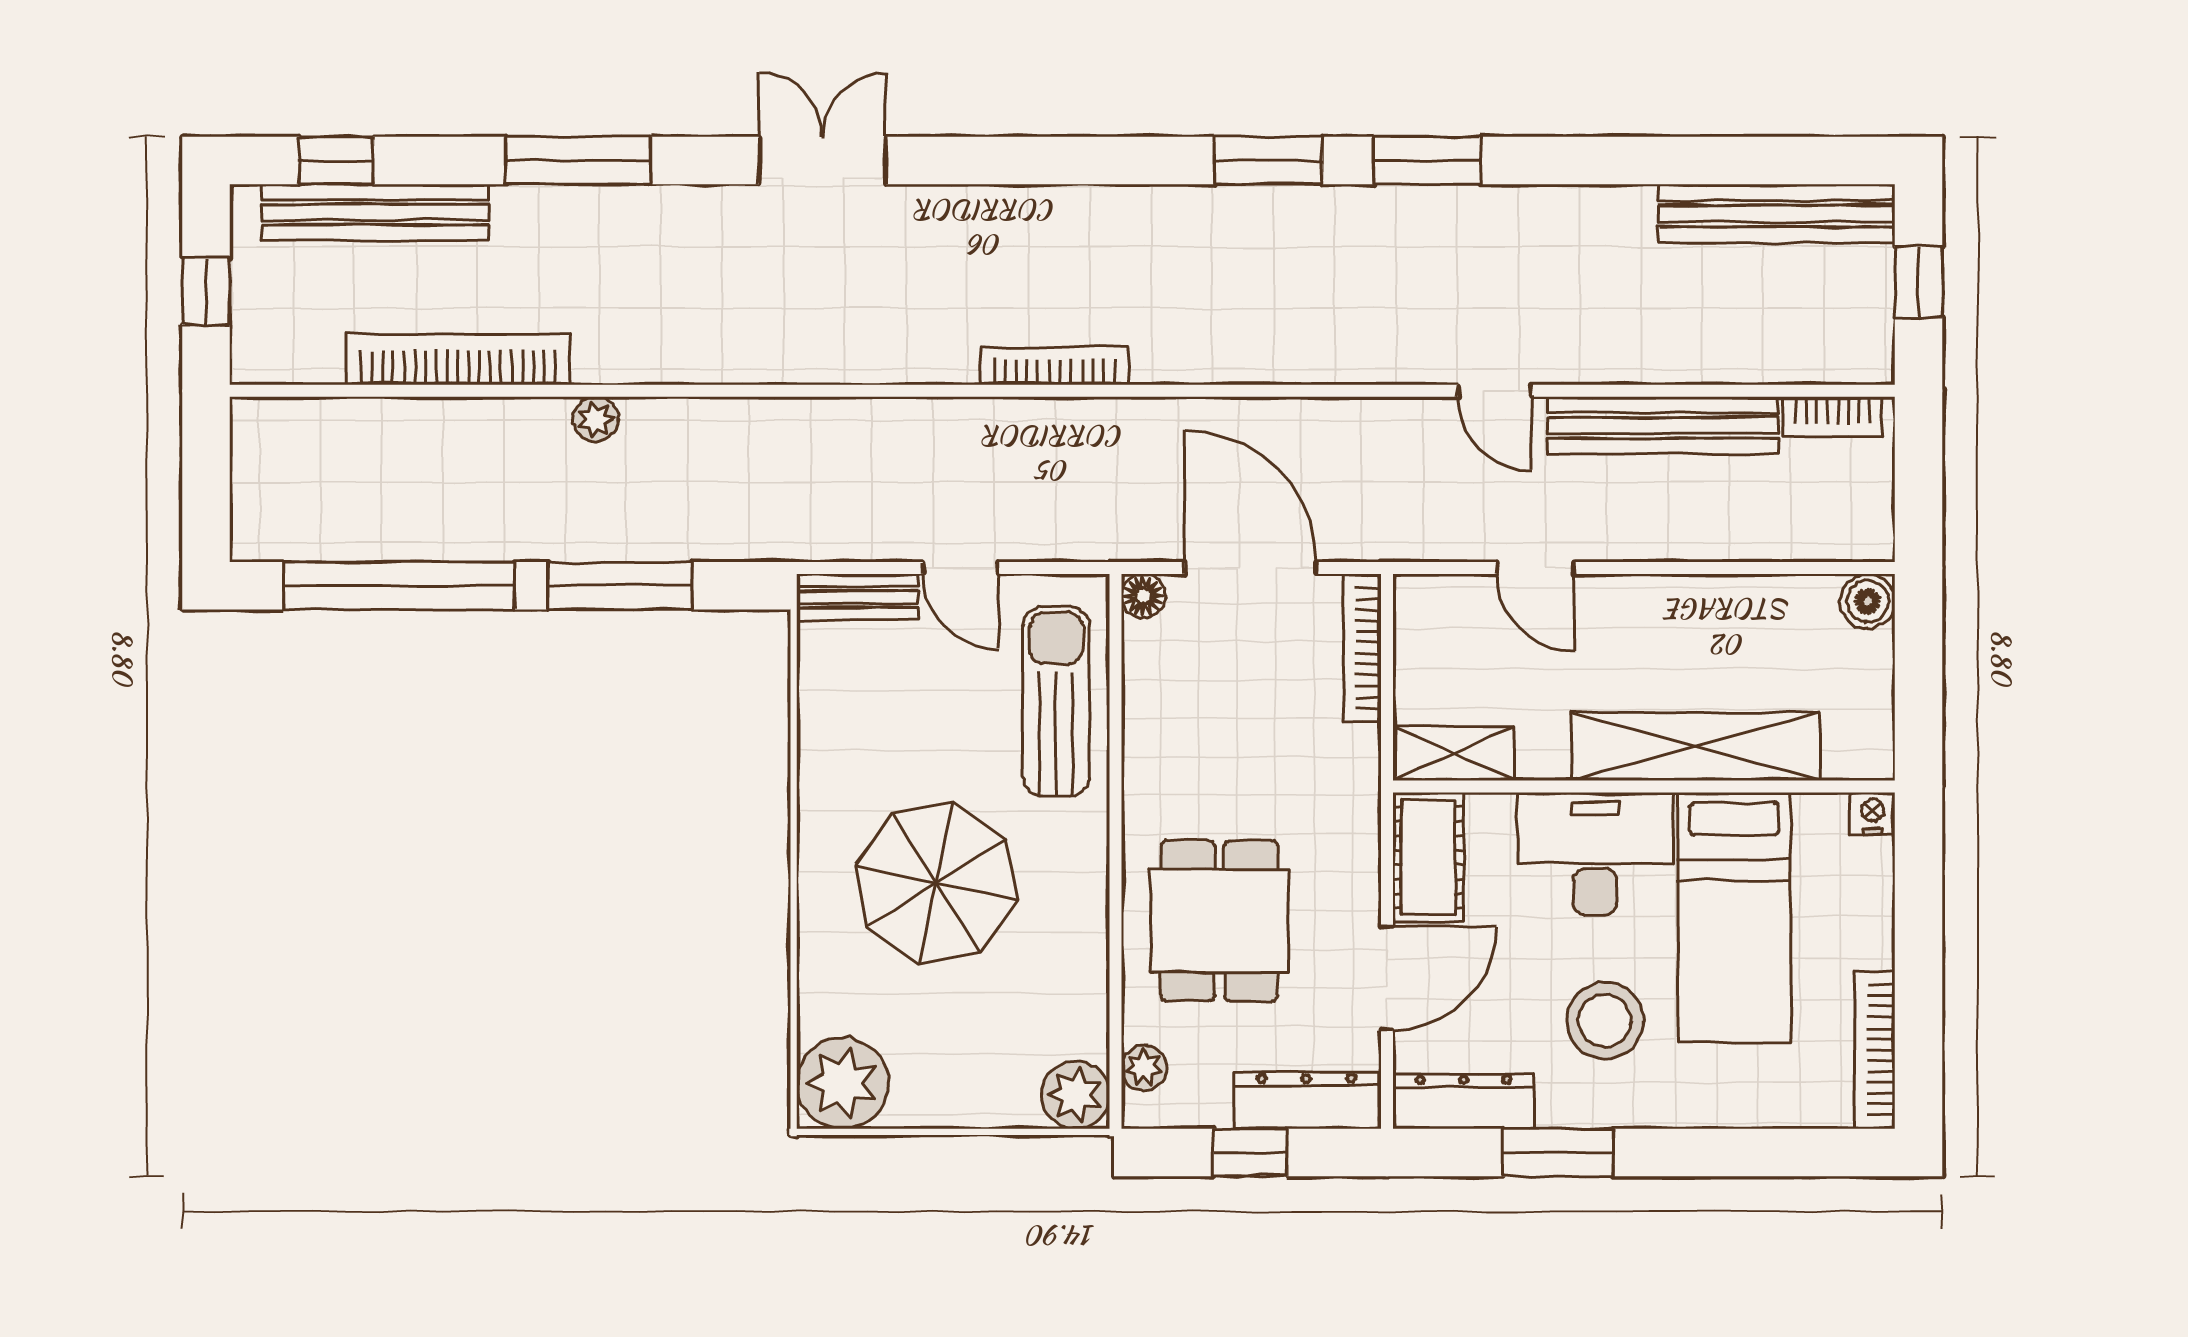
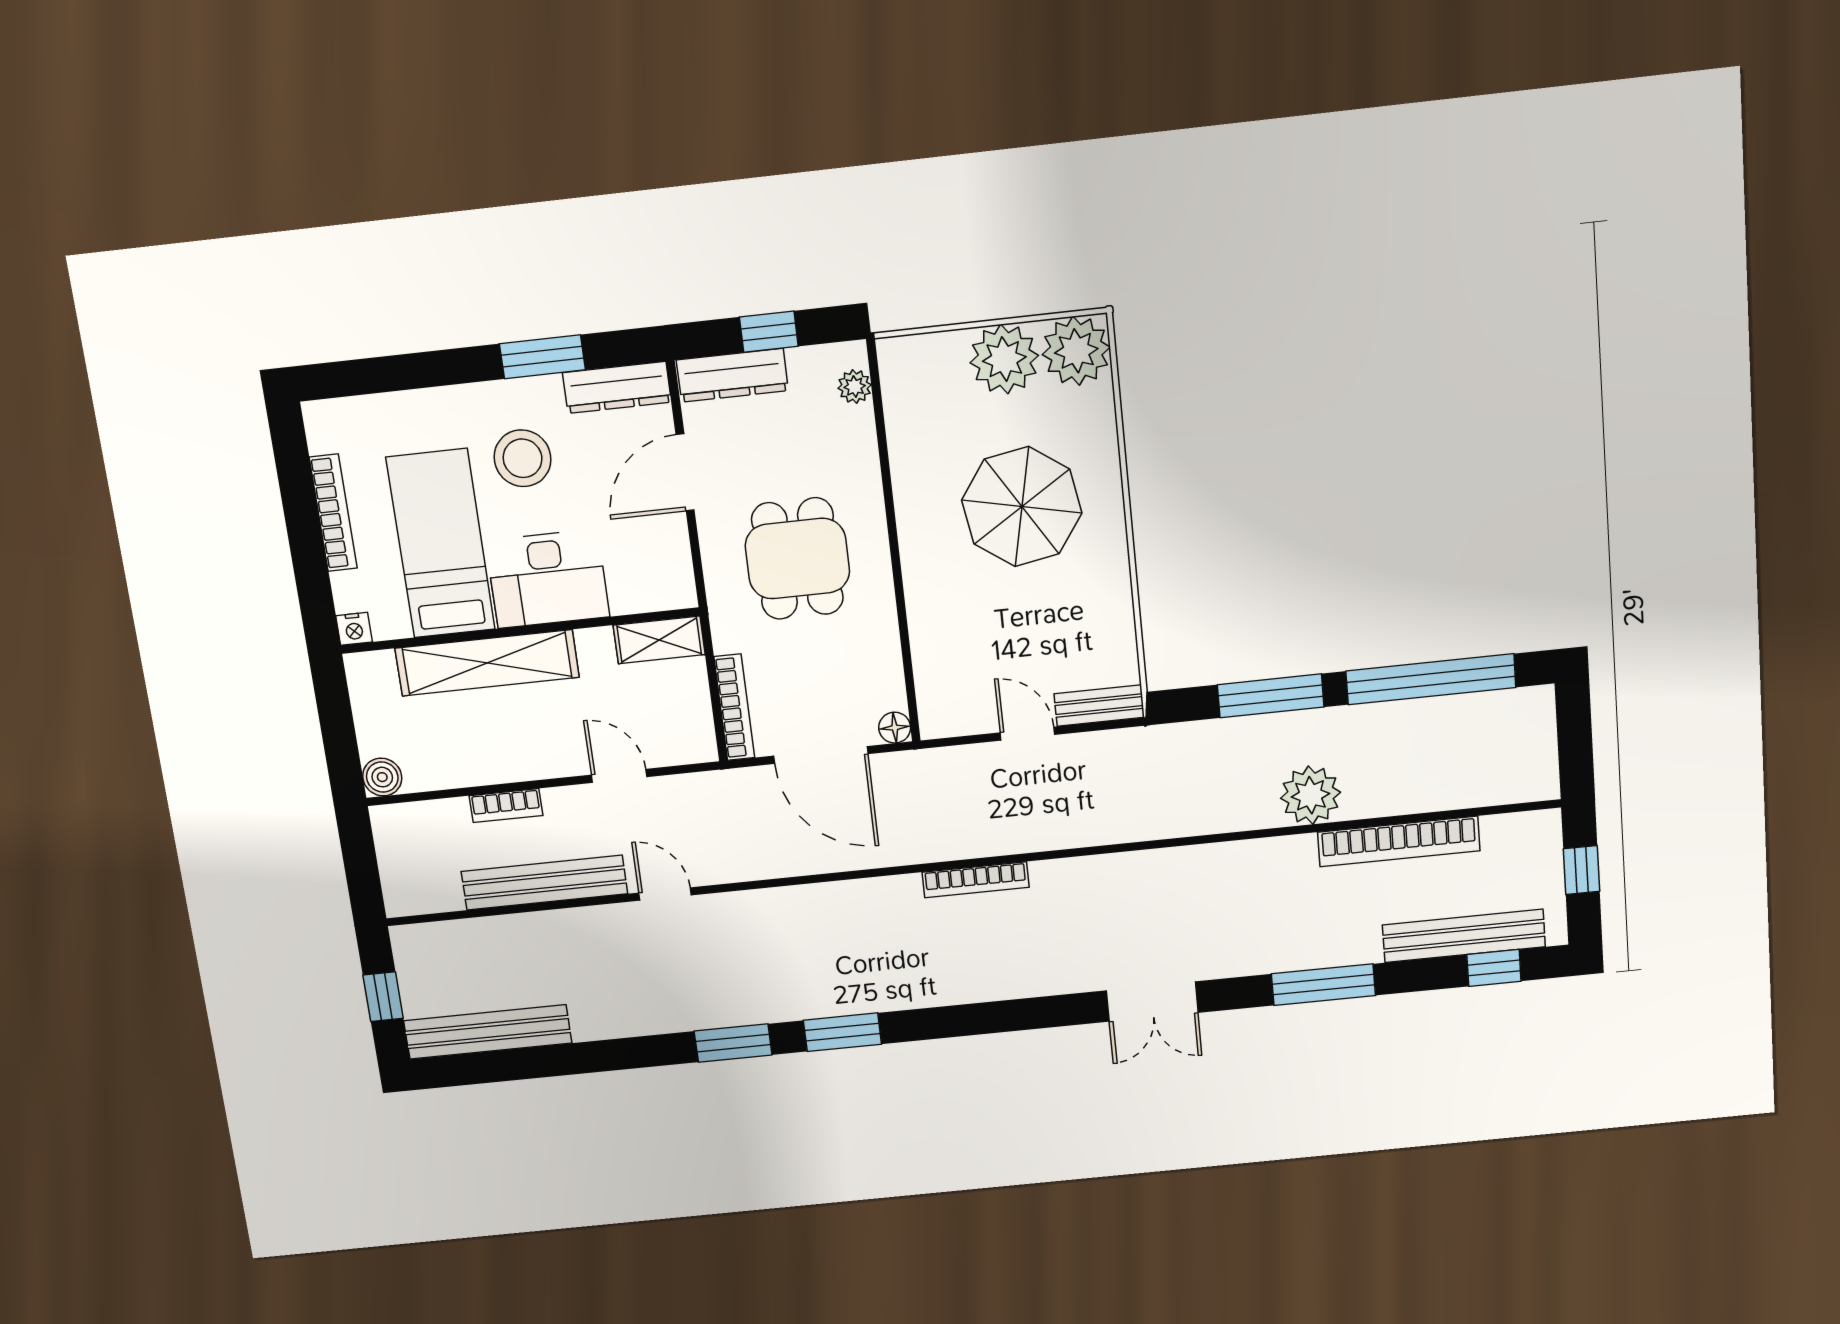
bookcase: (1832, 417) -> (506, 806), moved, turned 180
plant: (596, 419) -> (1311, 795), width x1.88, depth x1.88
sun lounger: (1056, 702) -> (949, 647), removed
cot: (1428, 857) -> (667, 563), removed
dining table: (1219, 921) -> (797, 559), moved
bookcase: (1875, 1050) -> (333, 513), moved
plant: (1075, 1095) -> (1004, 359), moved, width x1.36, depth x1.36

